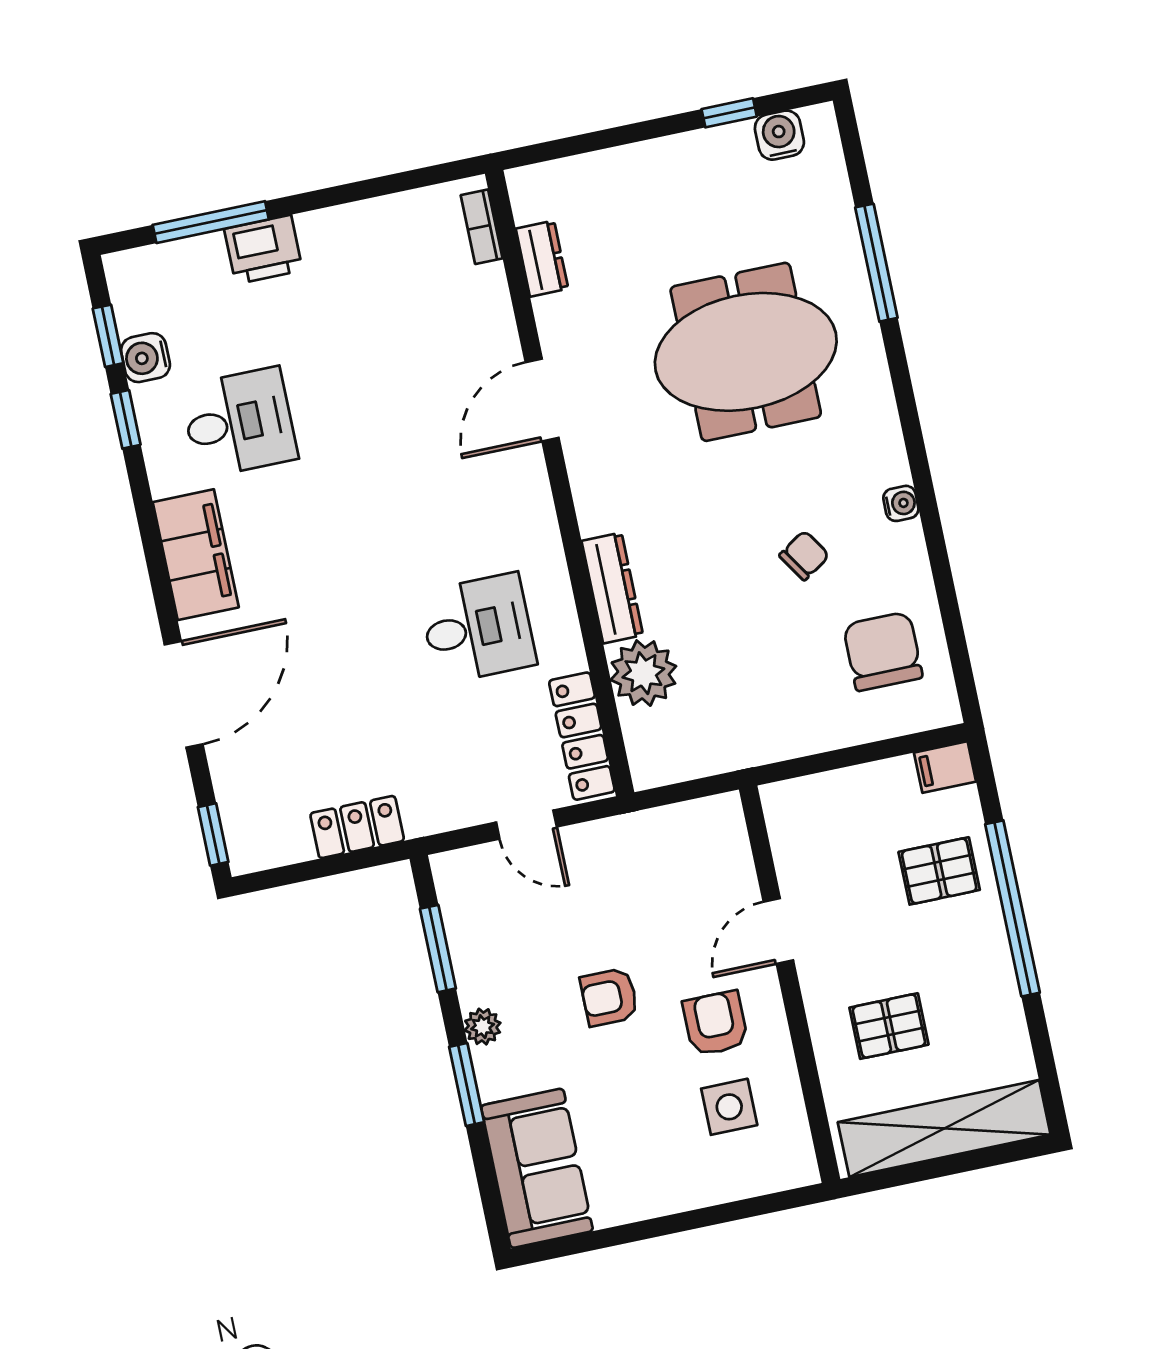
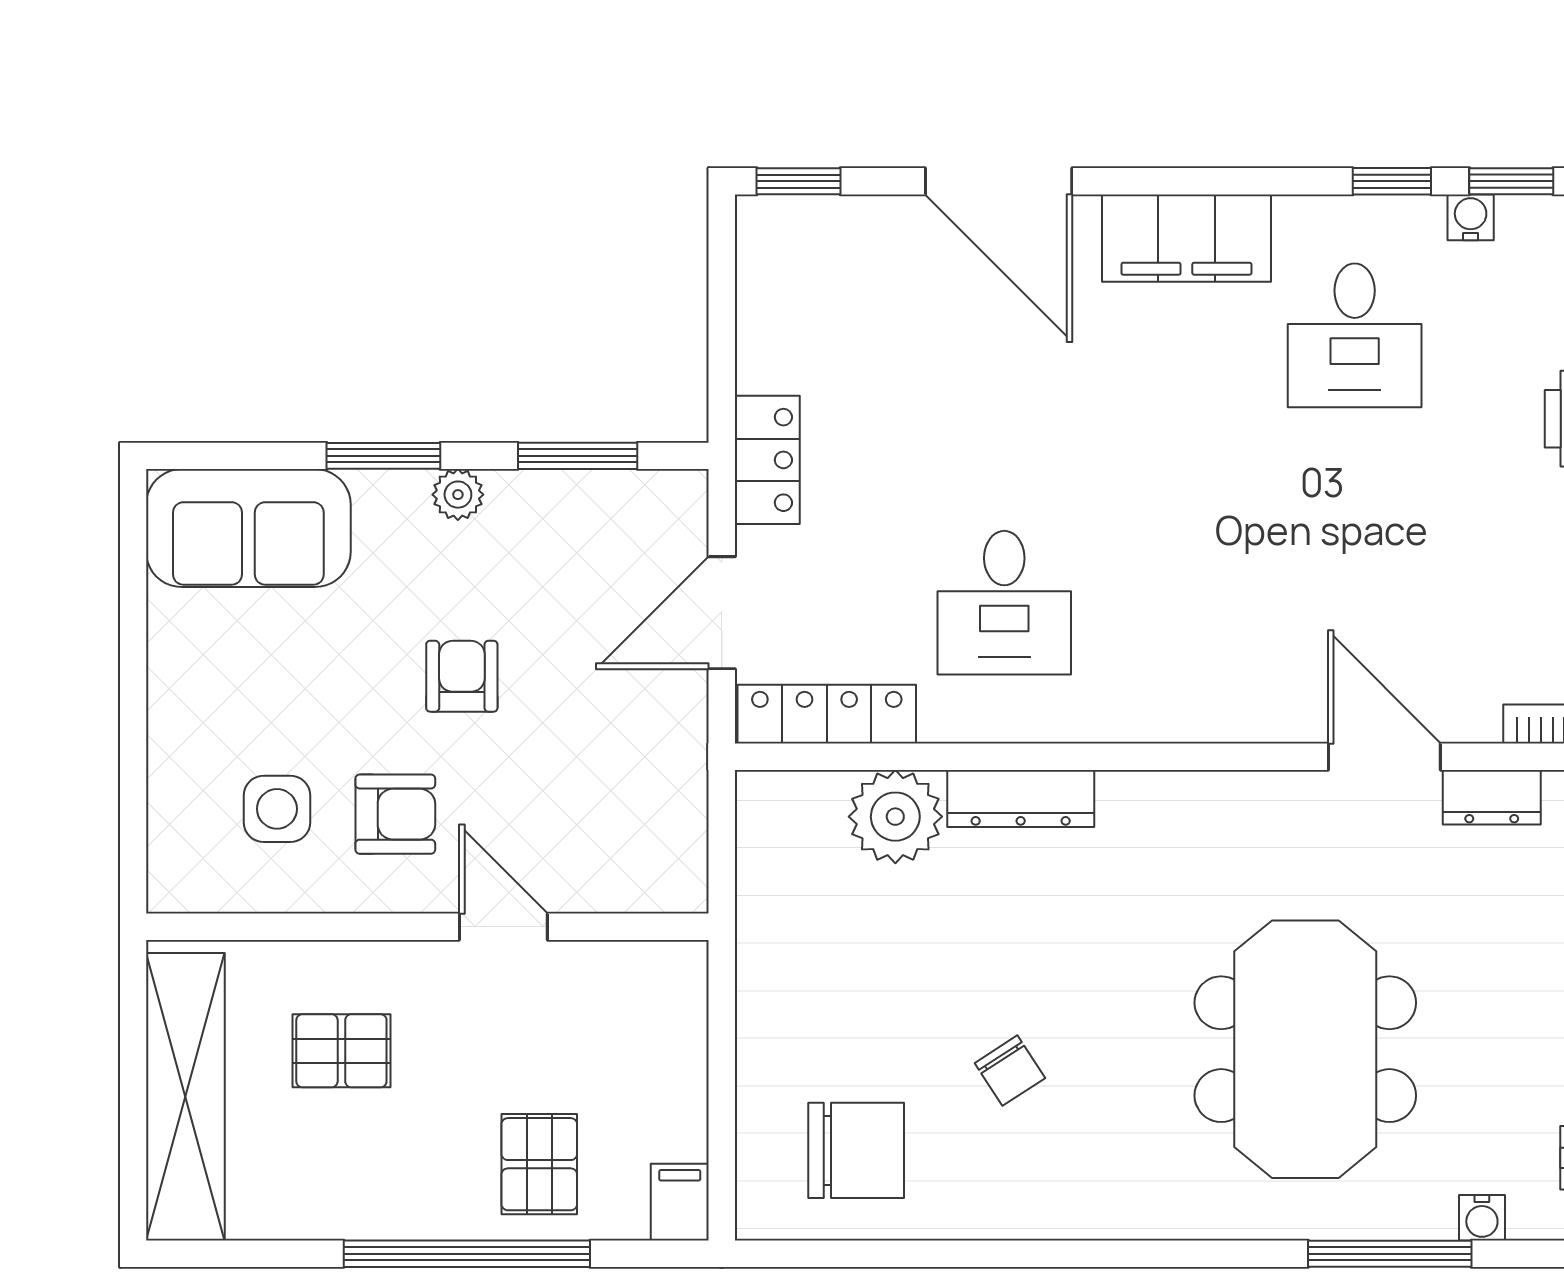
water cooler: (145, 358) -> (1471, 217), width x0.72, depth x0.72
door: (542, 400) -> (1384, 757), moved
water cooler: (901, 503) -> (1482, 1218), moved
door: (526, 825) -> (722, 613), width x1.38
locker: (357, 827) -> (767, 460), moved
pallet: (889, 1026) -> (341, 1051), turned 90

